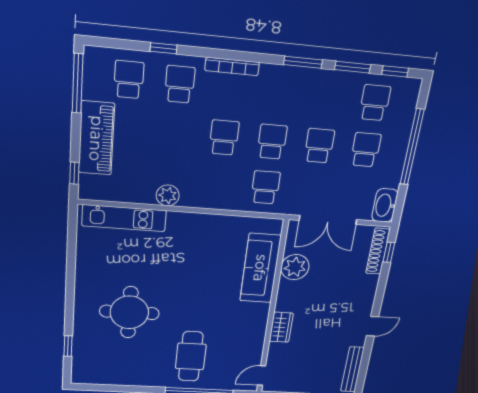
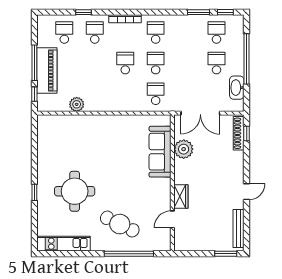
window: (303, 62) -> (168, 12), removed
window: (78, 84) -> (34, 63), moved
school desk: (319, 146) -> (156, 33), moved
plant: (168, 195) -> (77, 104), moved
washbasin: (385, 205) -> (237, 88), moved
kitchen unit: (124, 218) -> (64, 244), moved, turned 180
window: (68, 346) -> (34, 192), moved
cafe table: (191, 356) -> (120, 224), turned -64
door: (262, 376) -> (172, 219), moved

